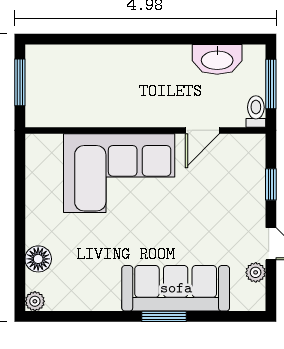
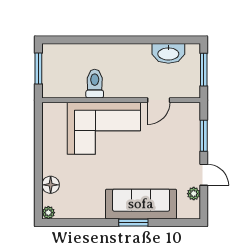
toilet: (256, 111) -> (95, 84), moved, width x1.37, depth x1.39
window: (271, 184) -> (204, 136), width x1.50

